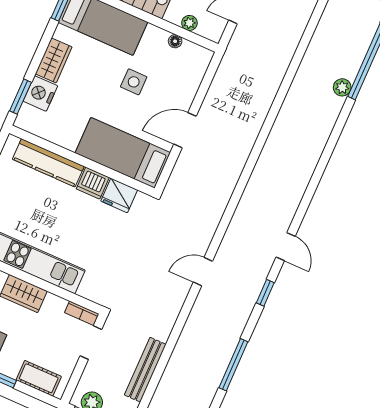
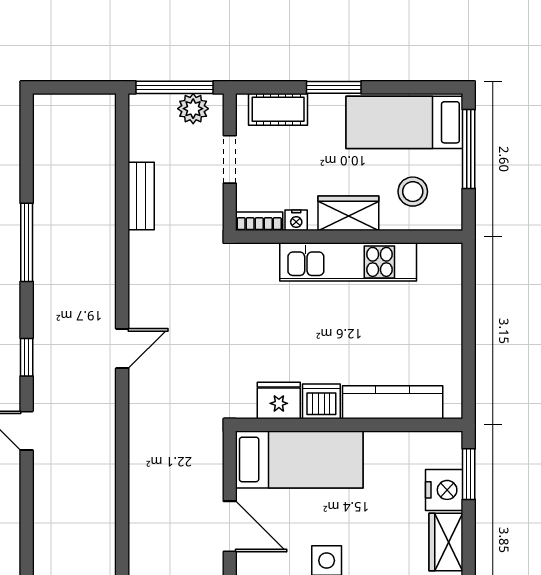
door: (185, 130) -> (230, 526), hinge flipped
nightstand: (58, 304) -> (296, 220), added
doorway: (91, 343) -> (230, 159), moved
bench: (145, 370) -> (141, 196), width x0.73

